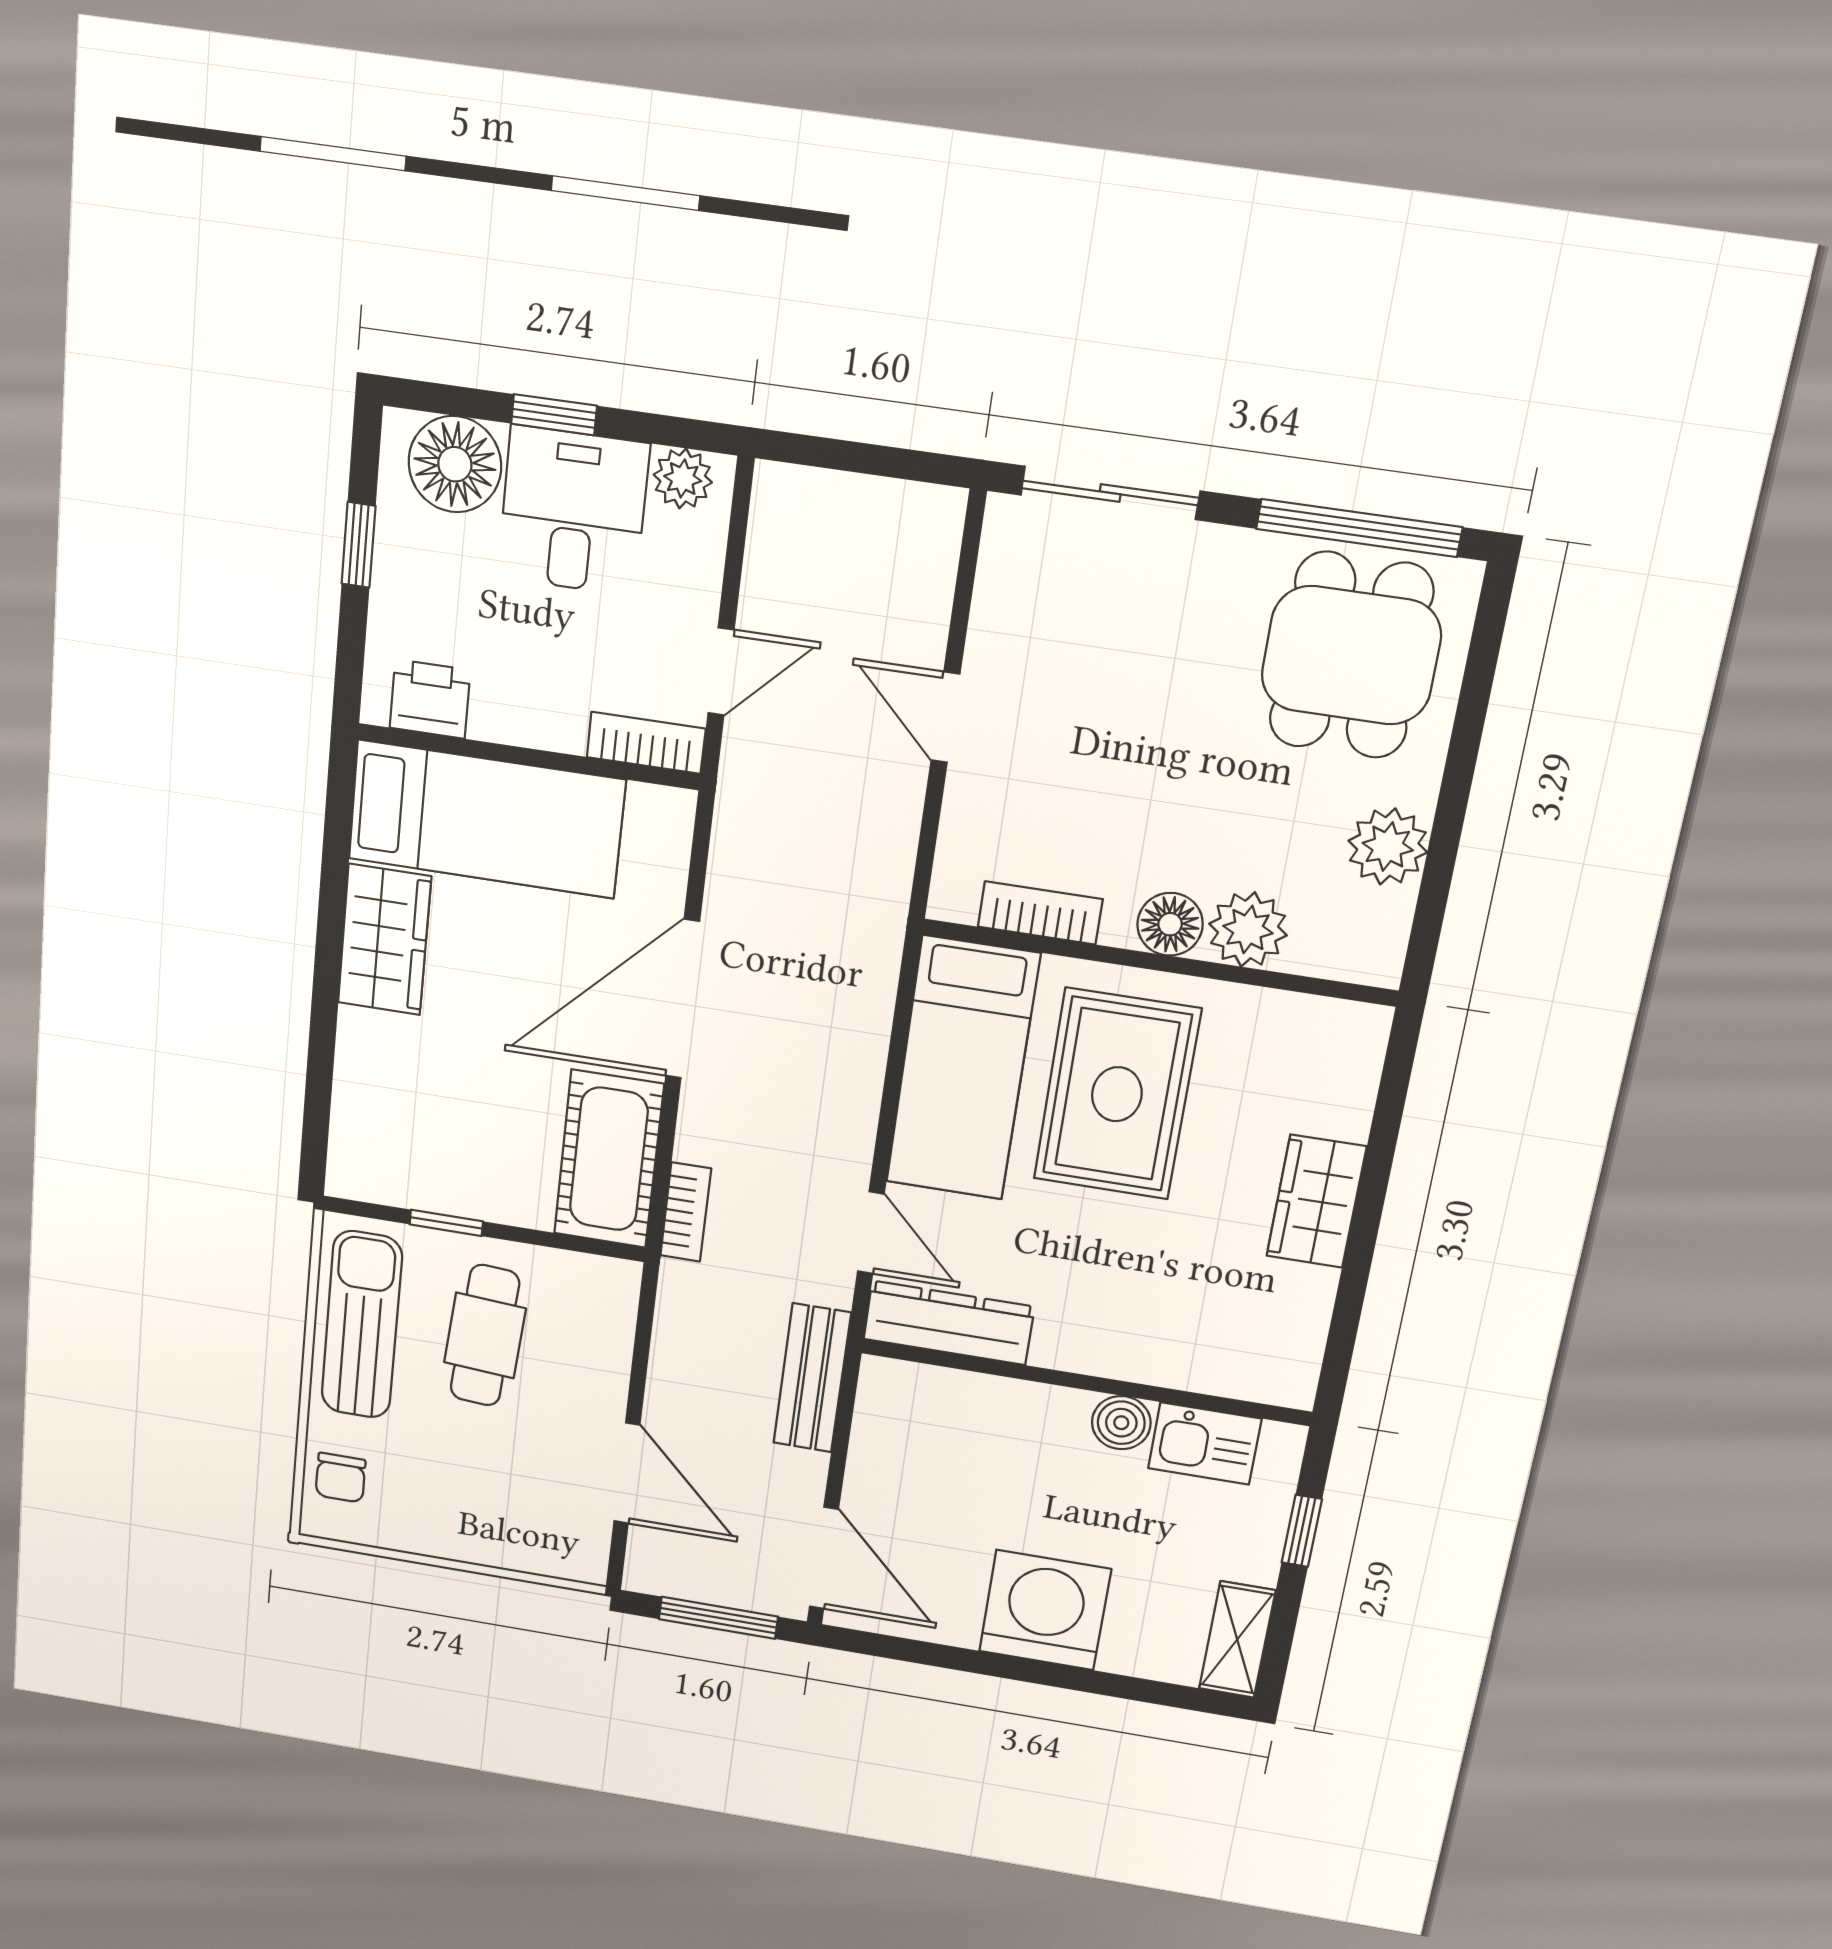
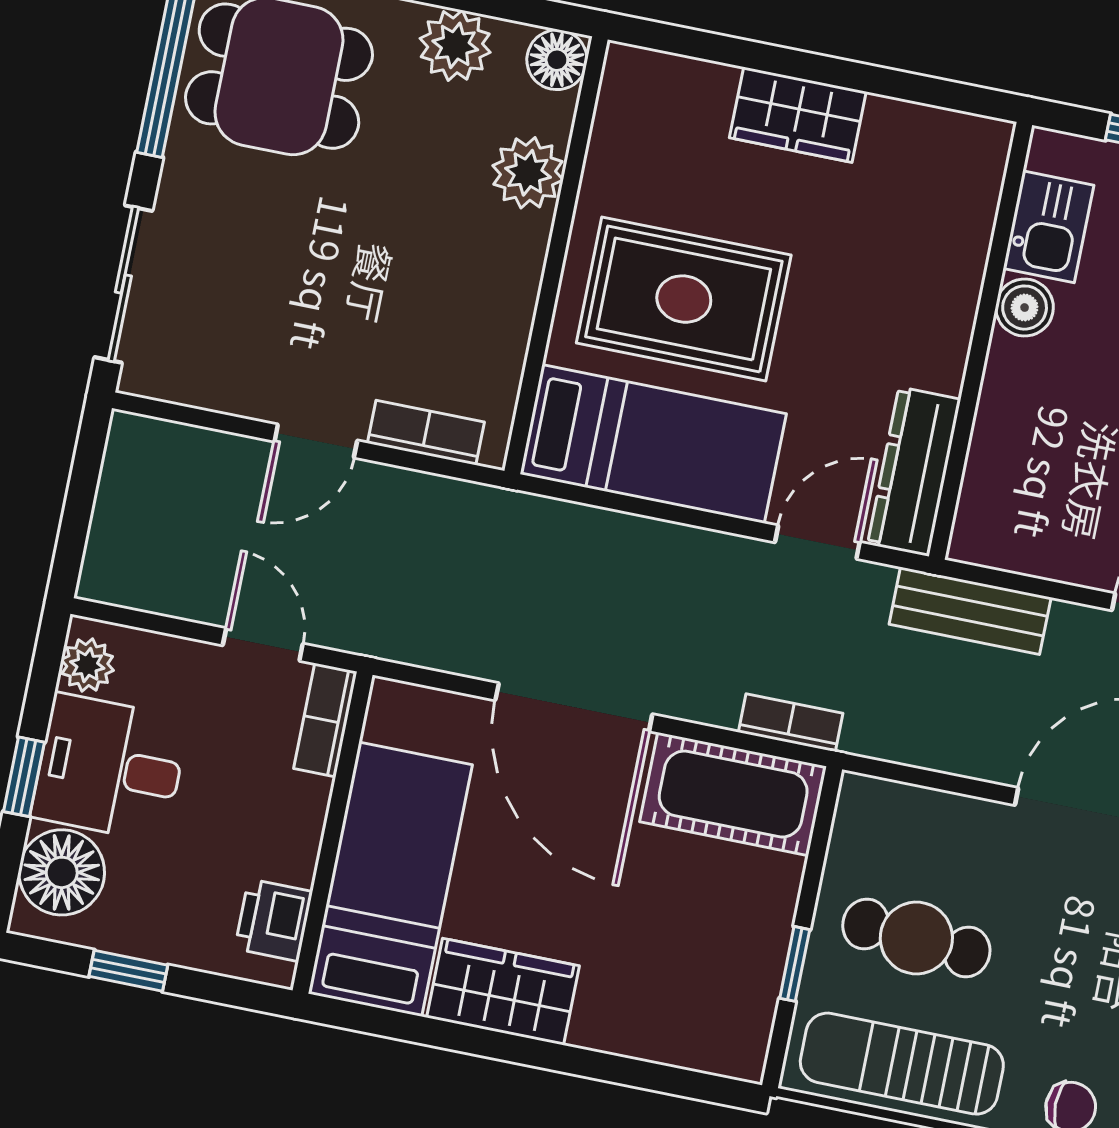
bookcase: (1040, 913) -> (426, 433), moved, turned 90
floor lamp: (1170, 924) -> (557, 60), moved

